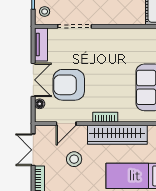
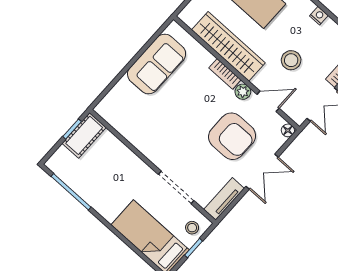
double door: (33, 80) -> (262, 172), swing flipped
floor lamp: (40, 104) -> (288, 130), moved
plant: (86, 116) -> (243, 92), added

